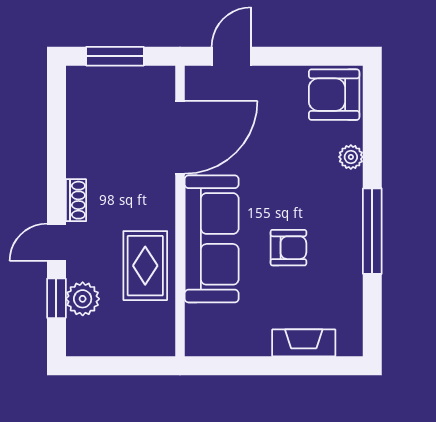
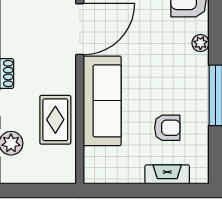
armchair: (288, 248) -> (167, 128), moved

